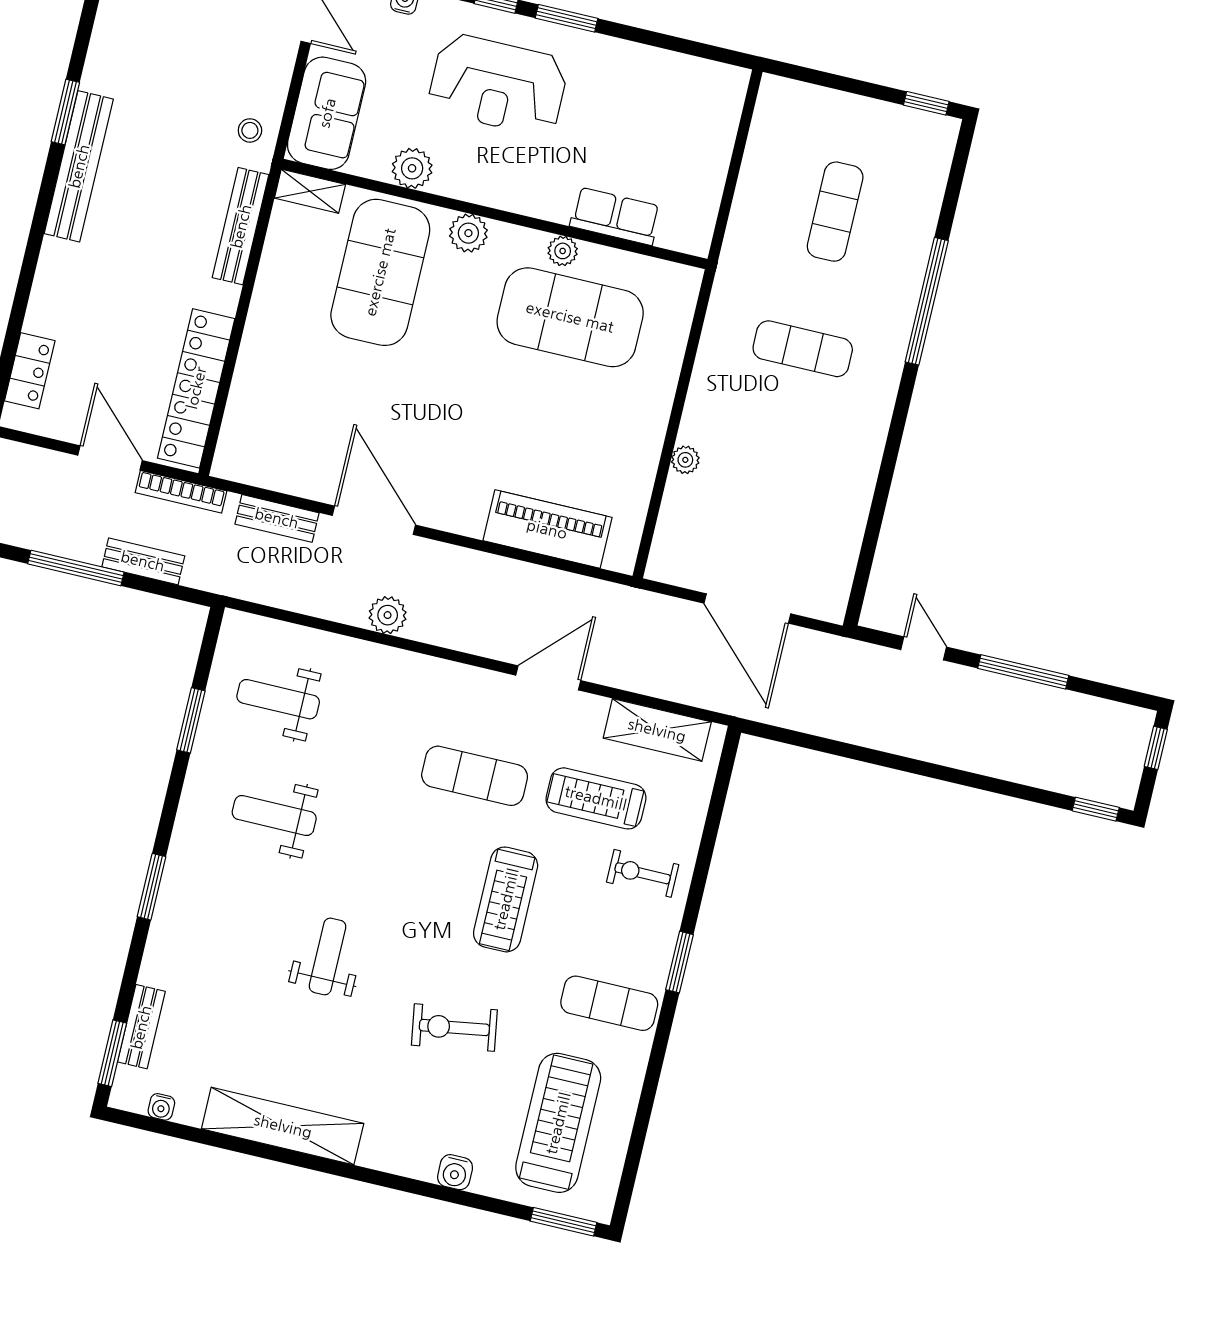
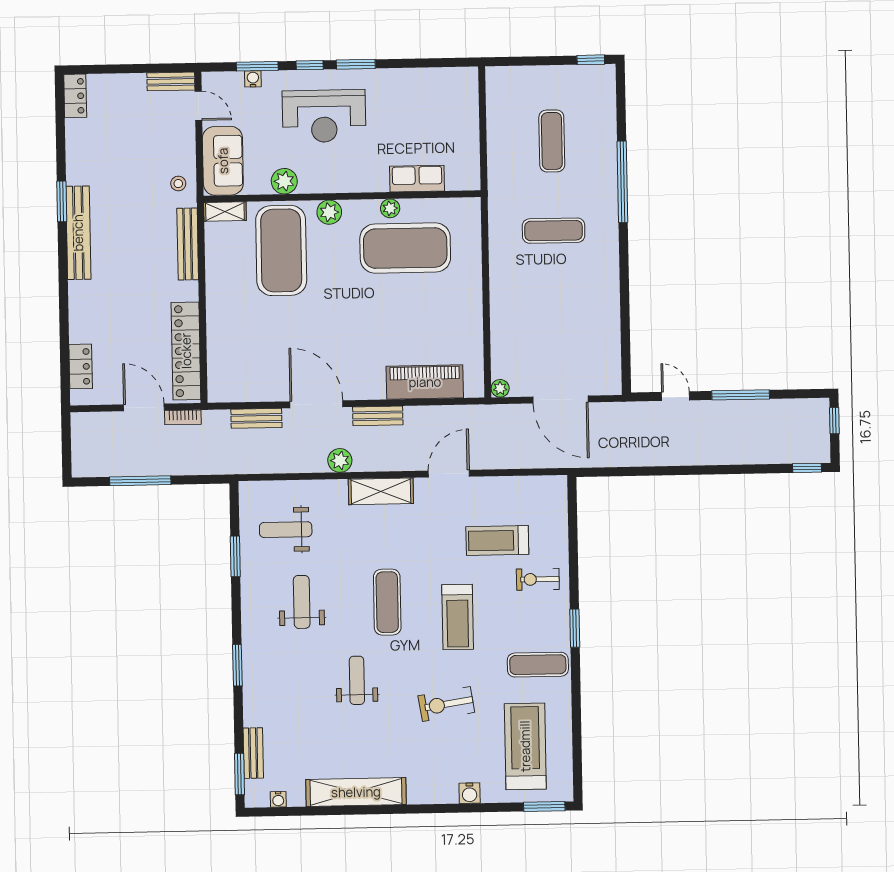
plant: (685, 460) -> (500, 388), moved
bookcase: (181, 492) -> (183, 417), width x0.64
bench: (143, 561) -> (378, 416), moved
shelving: (657, 730) -> (381, 491), moved
exercise mat: (475, 776) -> (387, 602), moved, turned 90
weight bench: (274, 816) -> (302, 602), turned 90

